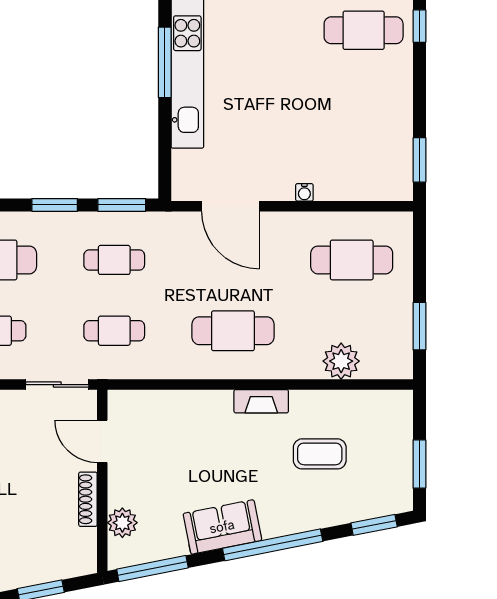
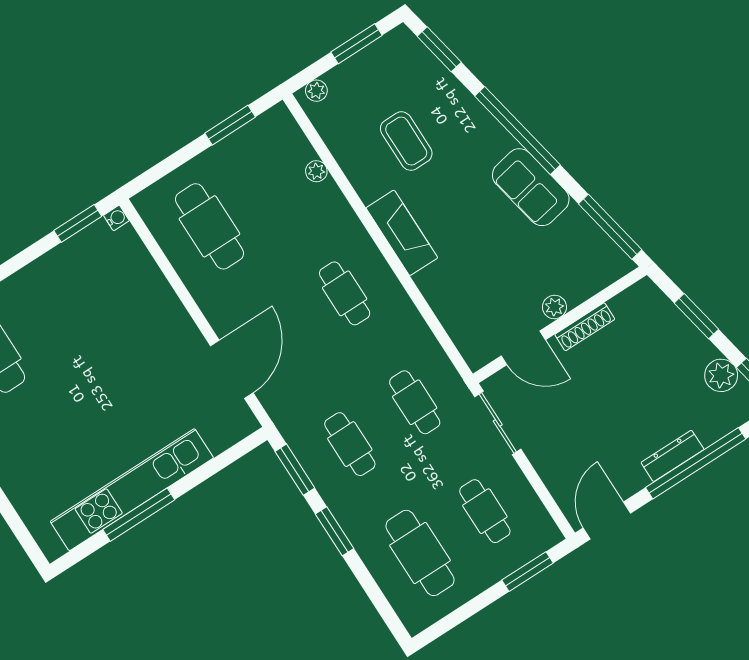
water cooler: (304, 192) -> (116, 218), moved
cafe table: (233, 331) -> (345, 293), width x0.73, depth x0.74
plant: (341, 361) -> (316, 171), width x0.53, depth x0.53
fireplace: (261, 401) -> (402, 233), width x1.37, depth x1.32
plant: (403, 410) -> (316, 91), added
door: (102, 441) -> (523, 348), hinge flipped
plant: (122, 523) -> (554, 307), moved, width x0.73, depth x0.73

